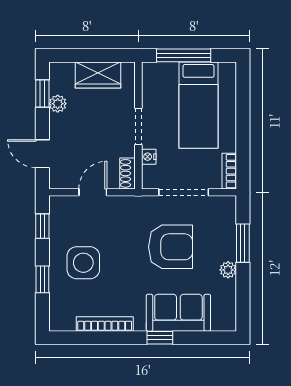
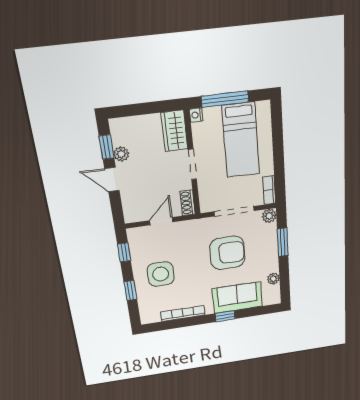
wardrobe: (98, 75) -> (174, 131), moved, turned 90
door: (42, 154) -> (112, 180), moved
nightstand: (149, 157) -> (196, 115), moved
plant: (227, 205) -> (269, 216), added
plant: (228, 270) -> (273, 279), moved

